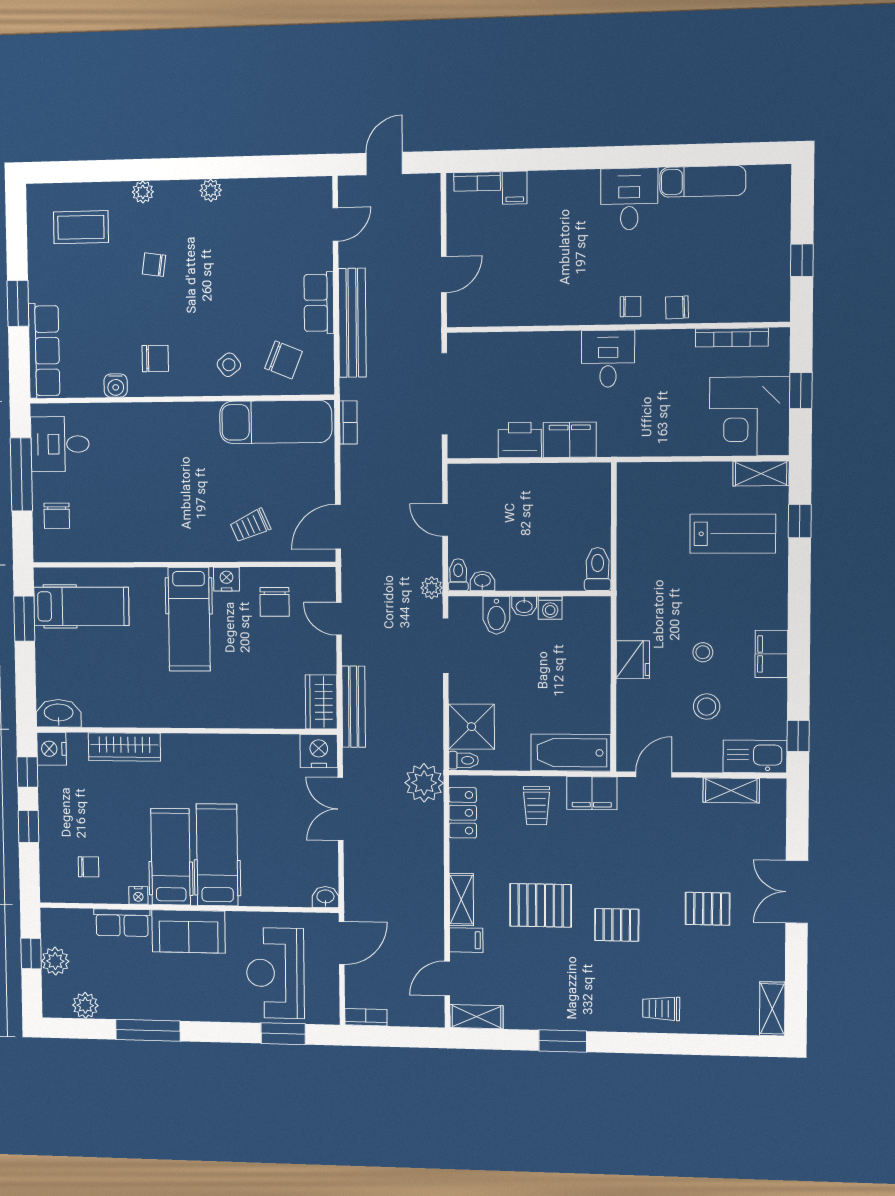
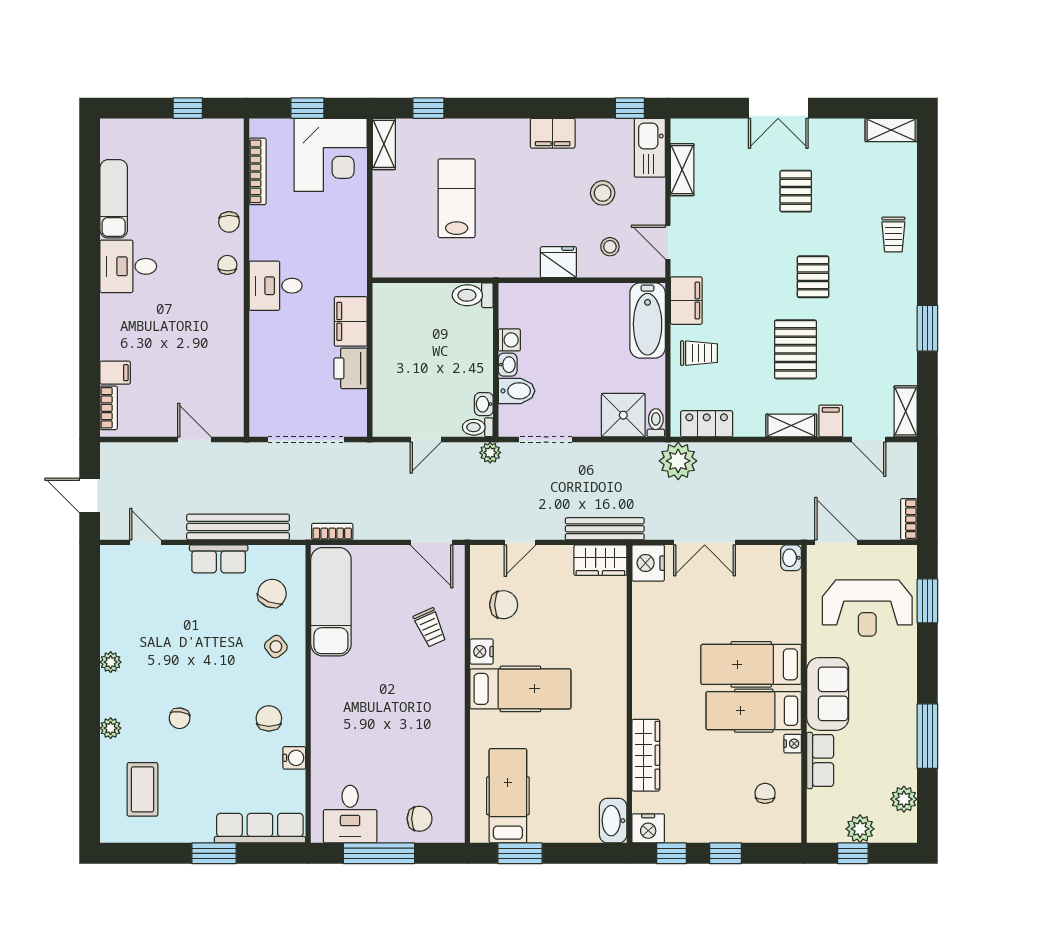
lab bench: (733, 534) -> (457, 198), moved
stool: (703, 652) -> (610, 247), moved

